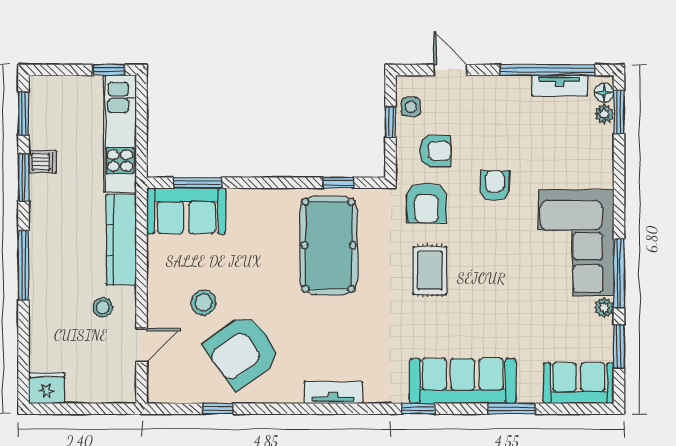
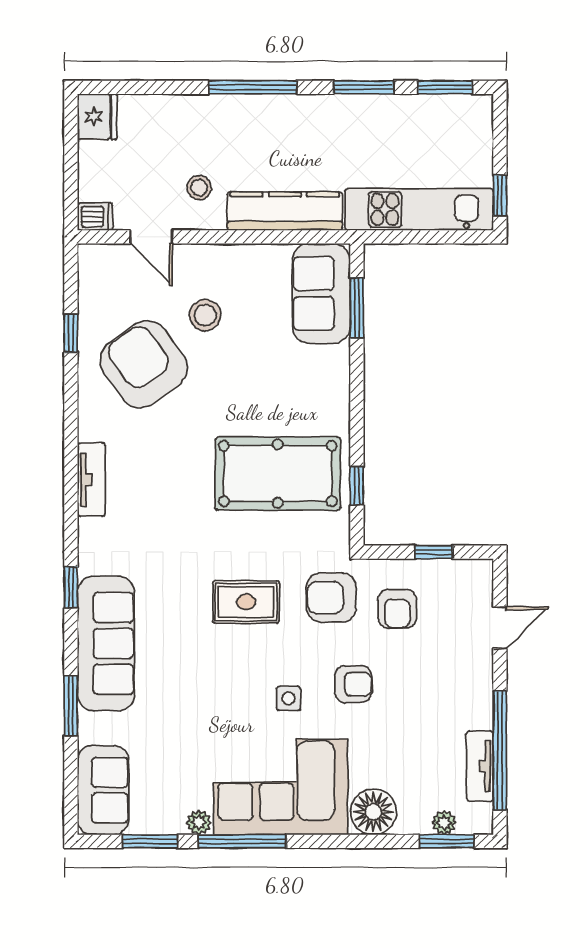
floor lamp: (604, 93) -> (373, 812), moved, width x1.89, depth x1.89
side table: (411, 107) -> (289, 698), moved
dishwasher: (43, 162) -> (95, 217), moved, turned -90

